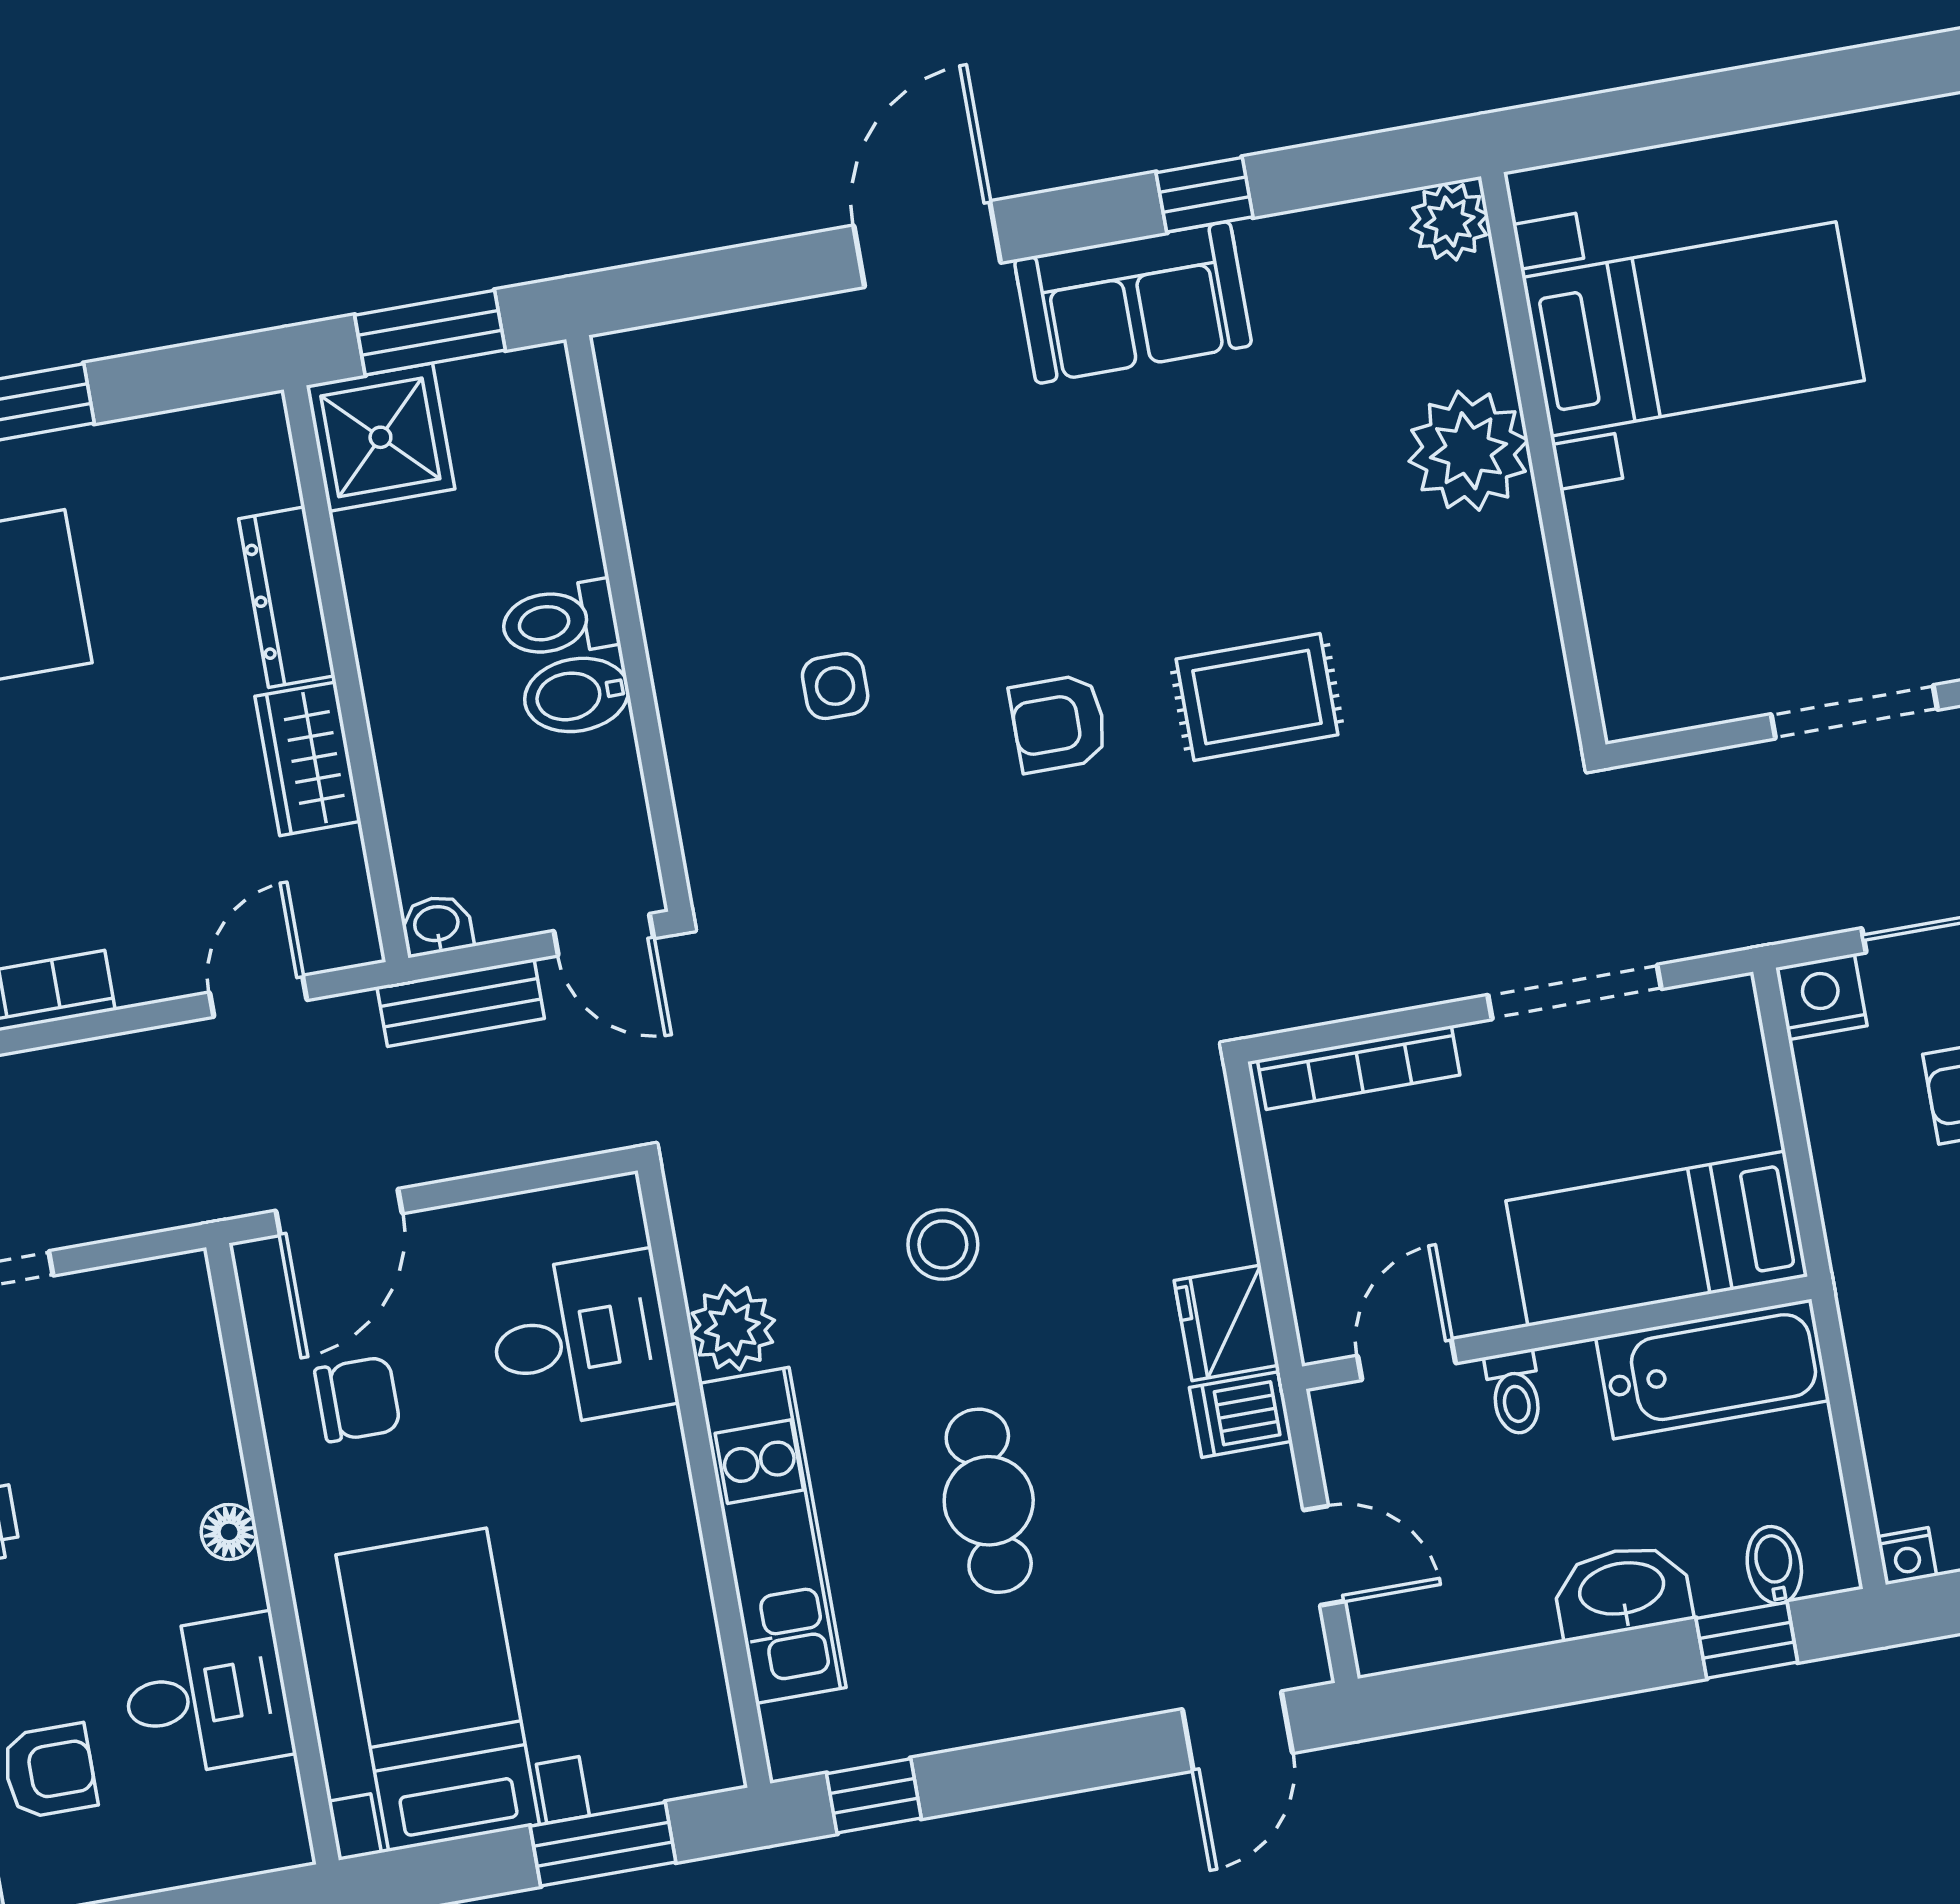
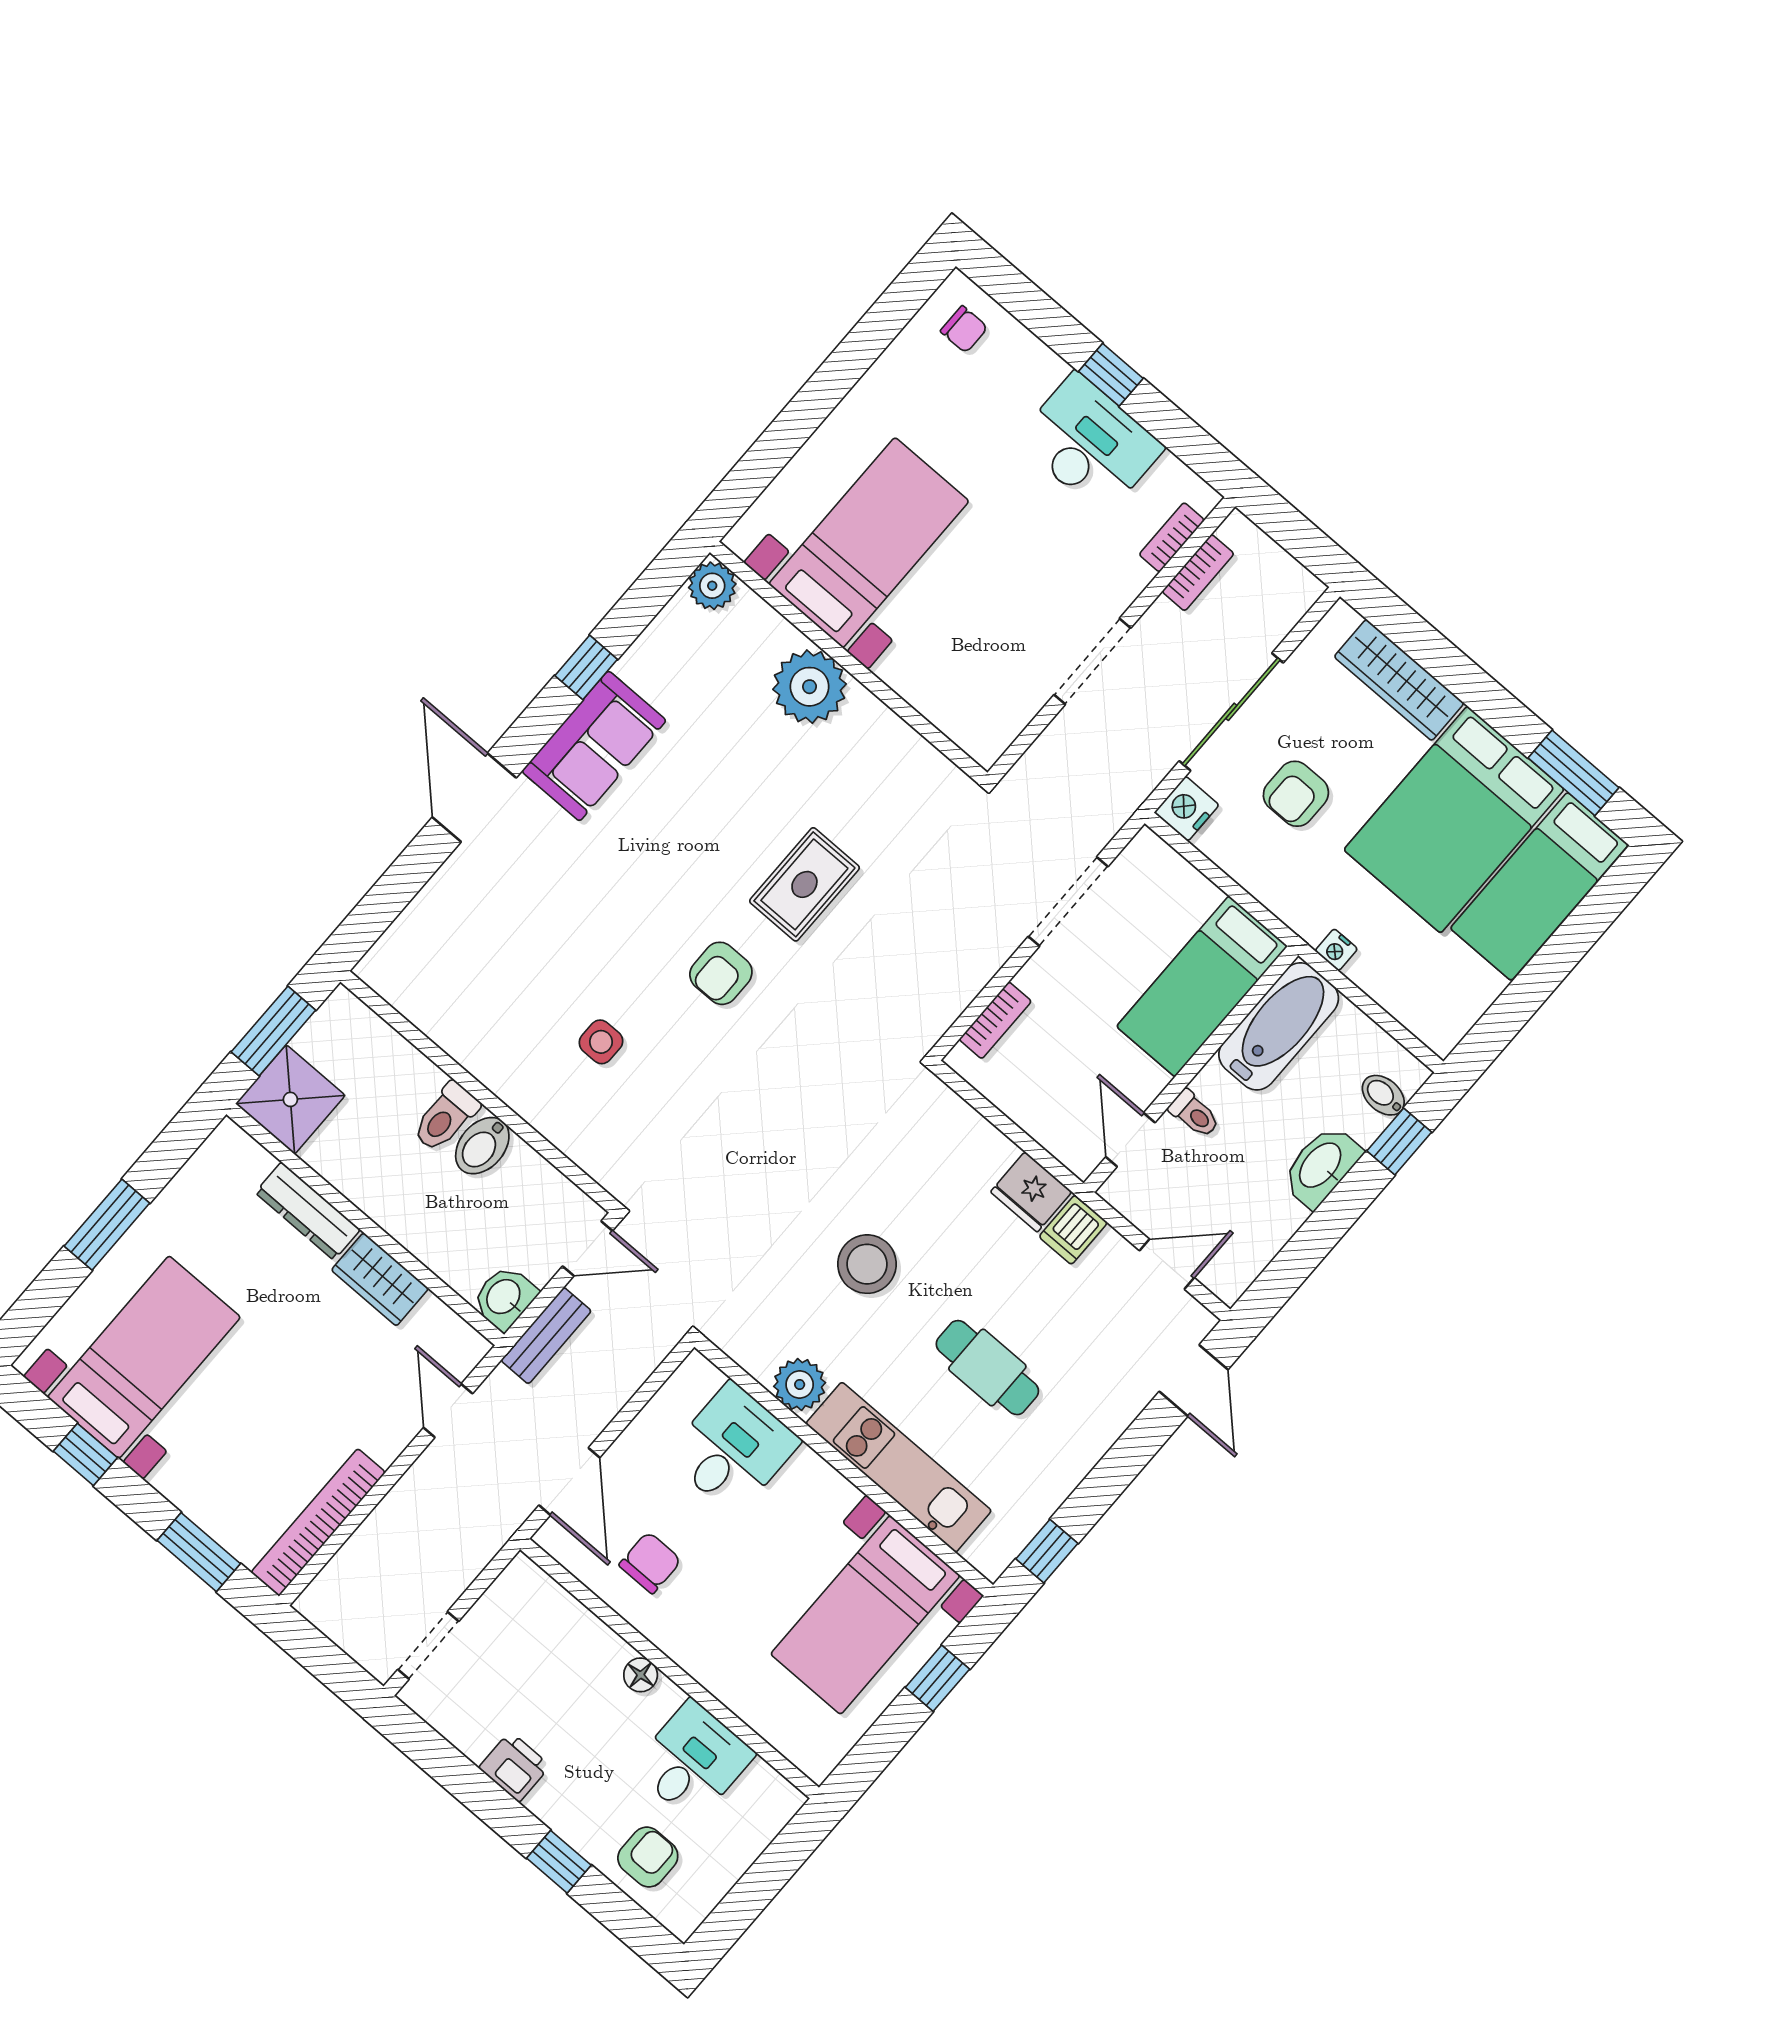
washbasin: (437, 925) -> (504, 1298), width x1.38, depth x1.45
bookcase: (1359, 1068) -> (995, 1020), width x0.64
stool: (943, 1244) -> (867, 1264), width x1.38, depth x1.38
nightstand: (1907, 1556) -> (1336, 950), moved, turned 90
bed with nightstands: (438, 1690) -> (865, 1615), moved, turned -90
window: (603, 1844) -> (937, 1678), width x0.67

